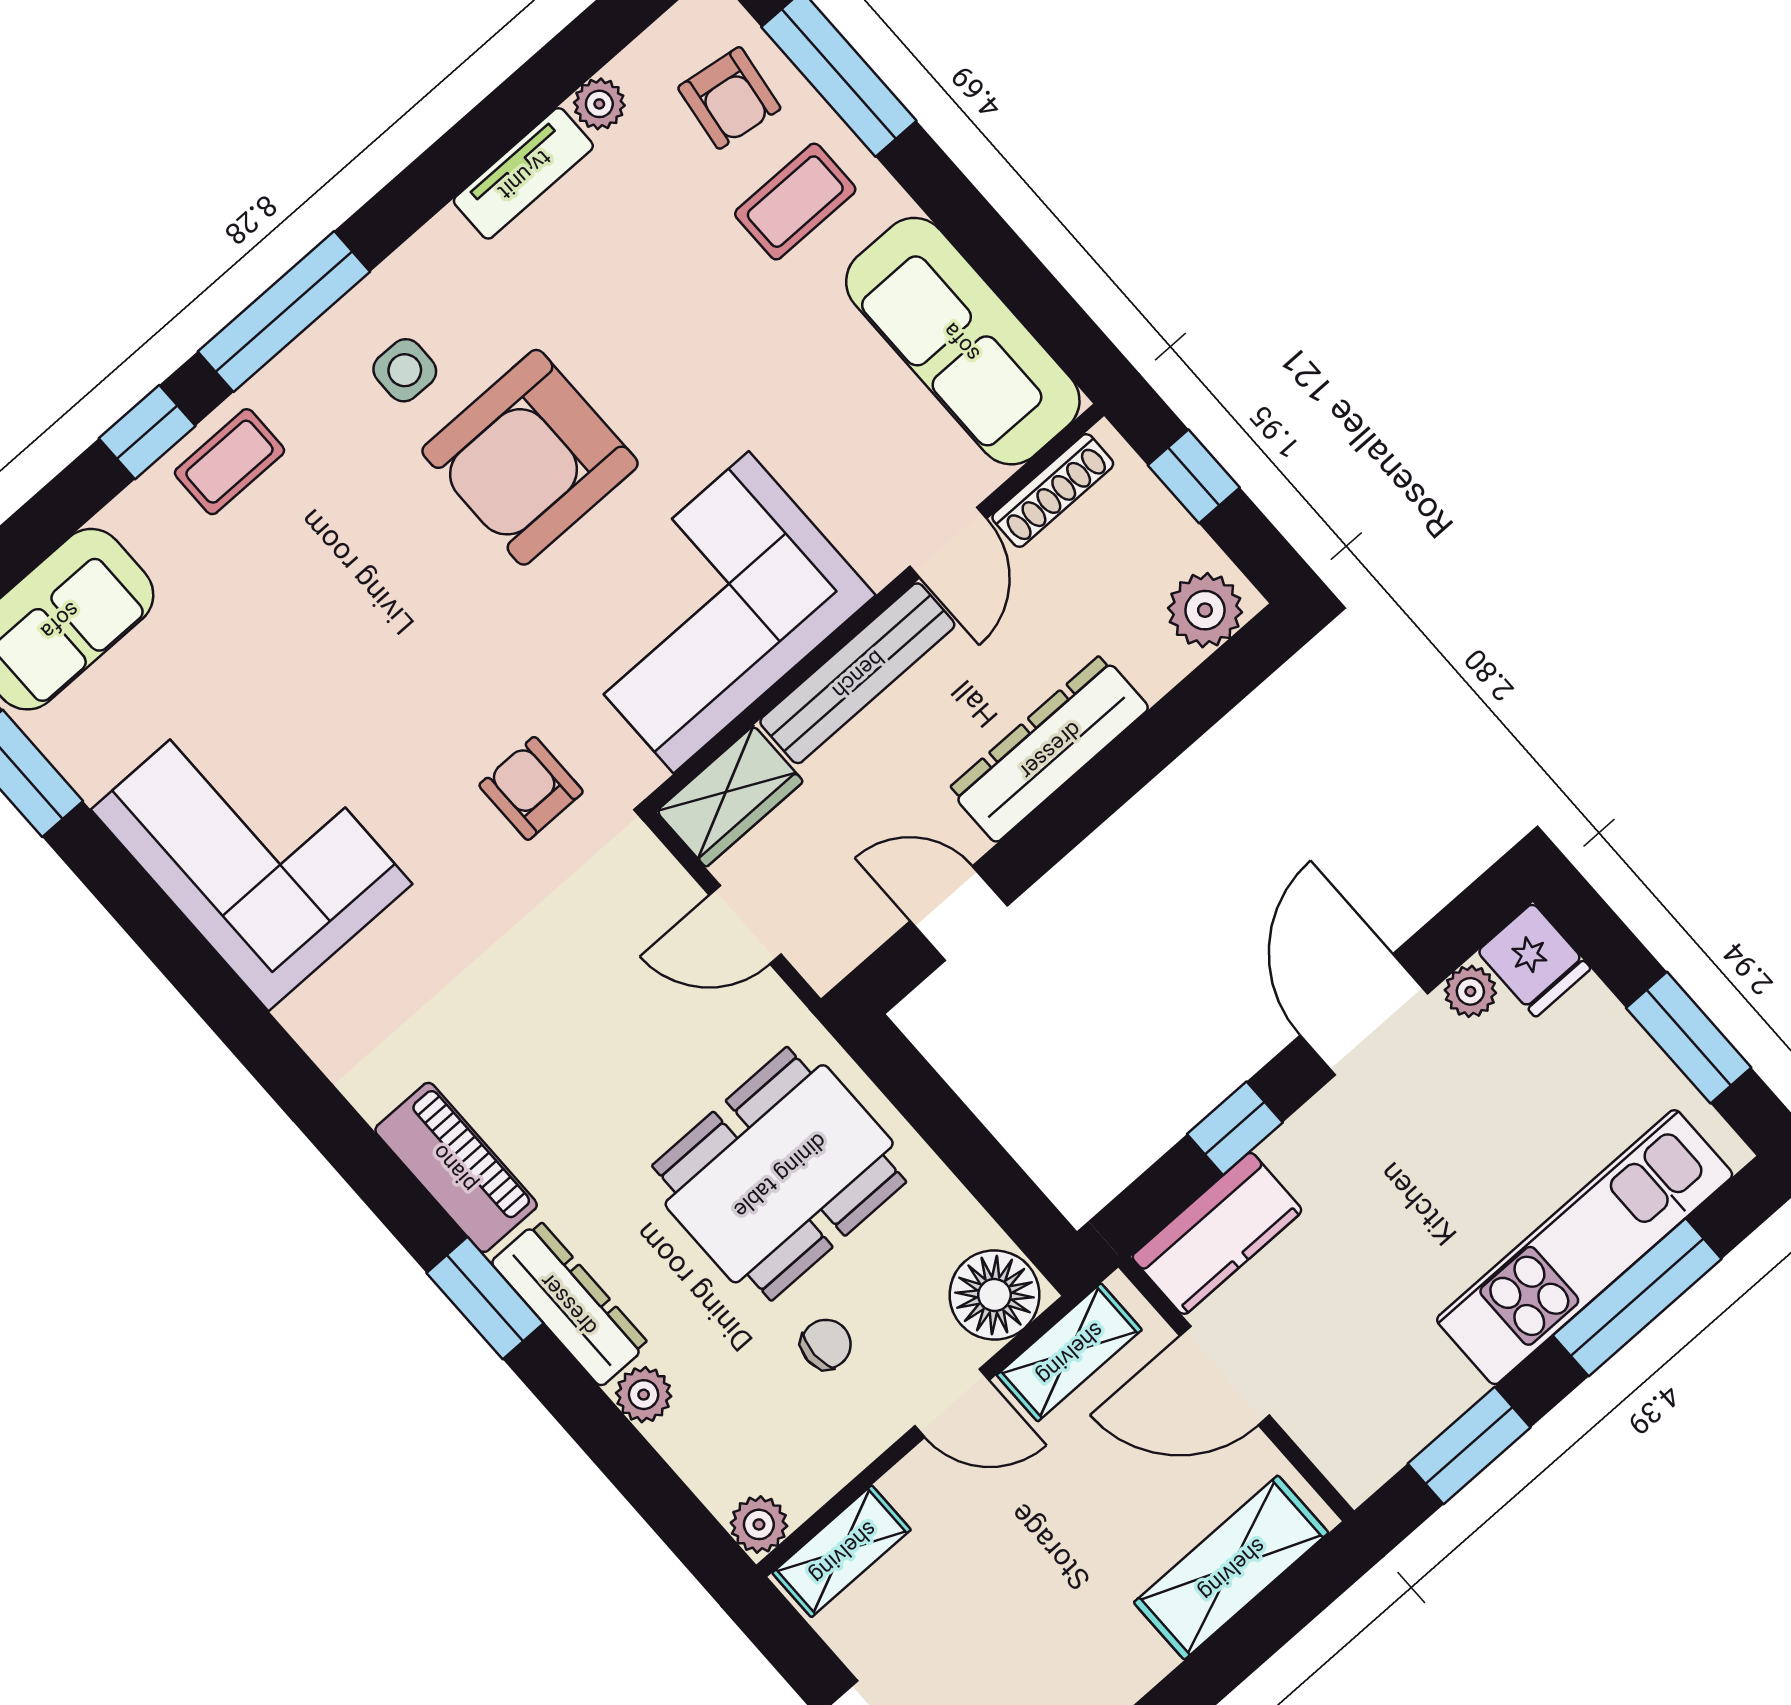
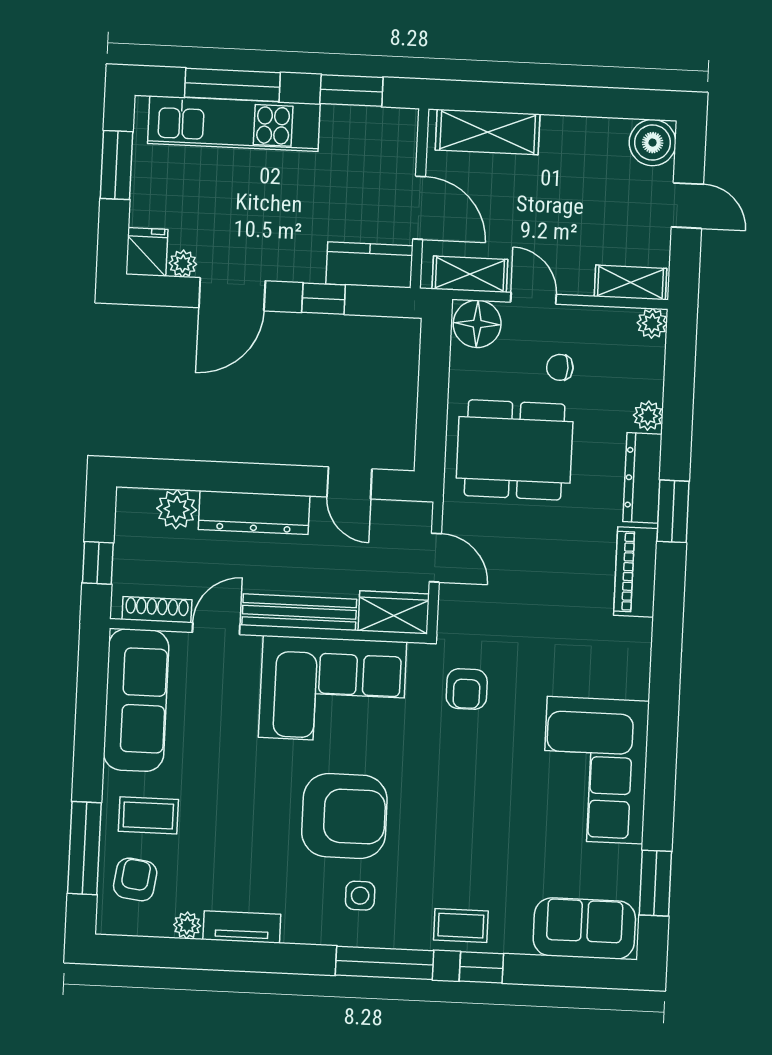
plant: (1205, 610) -> (177, 509), moved

